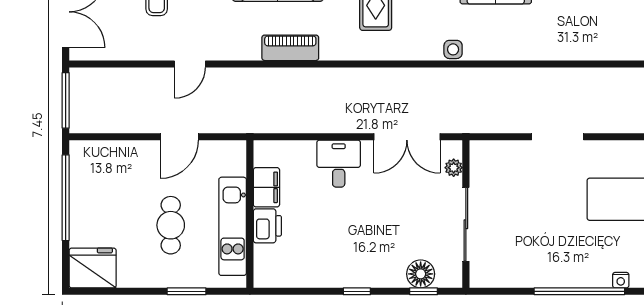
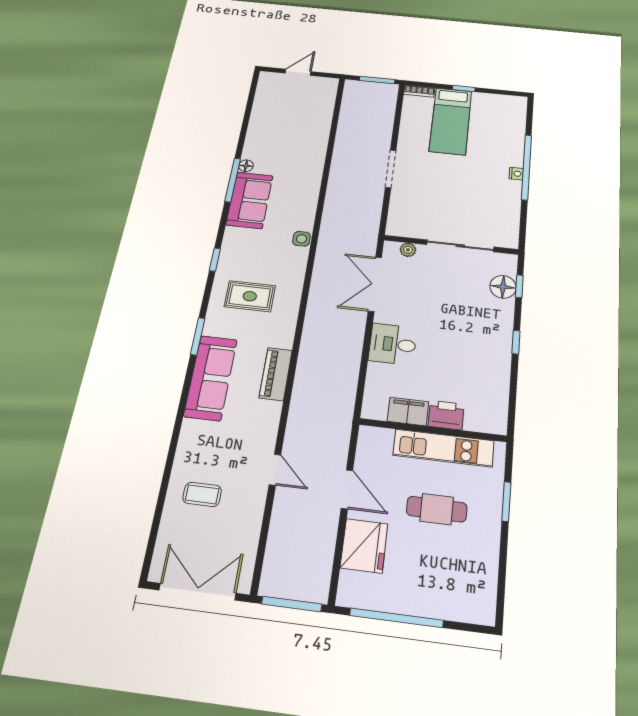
double door: (407, 137) -> (375, 284), swing flipped
fridge: (93, 268) -> (364, 546), moved, turned 180
nightstand: (621, 280) -> (516, 174), moved

